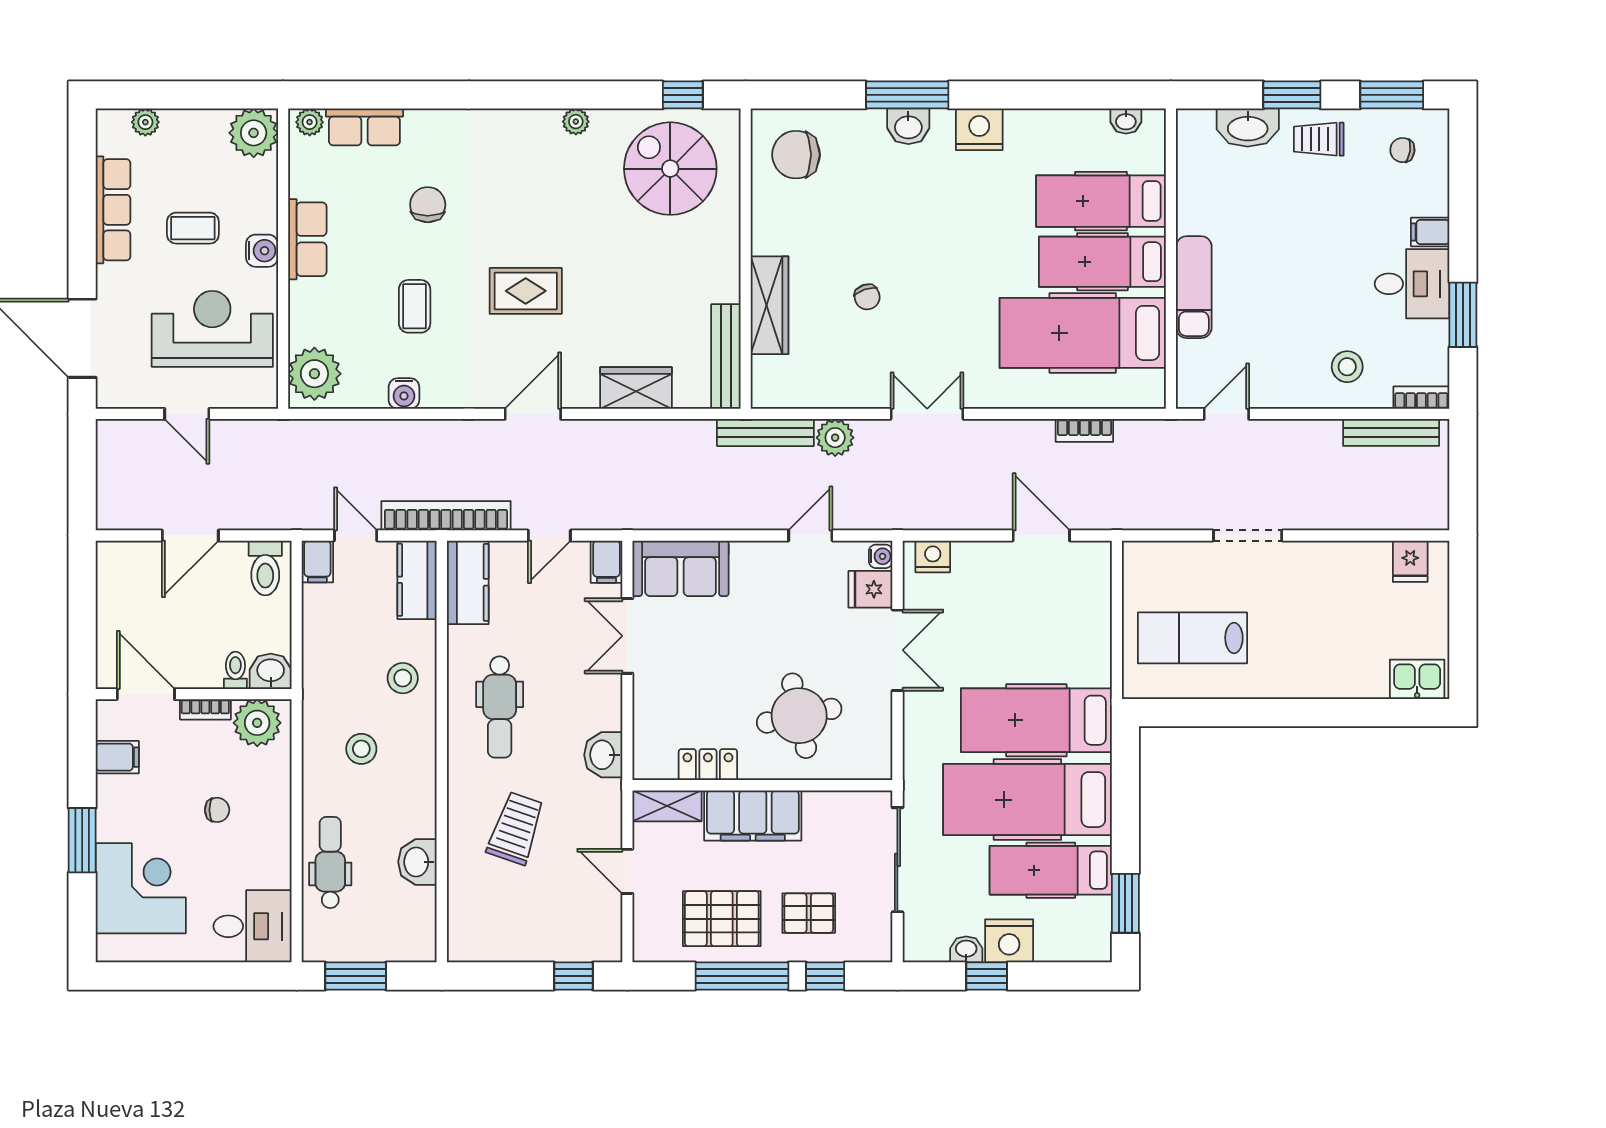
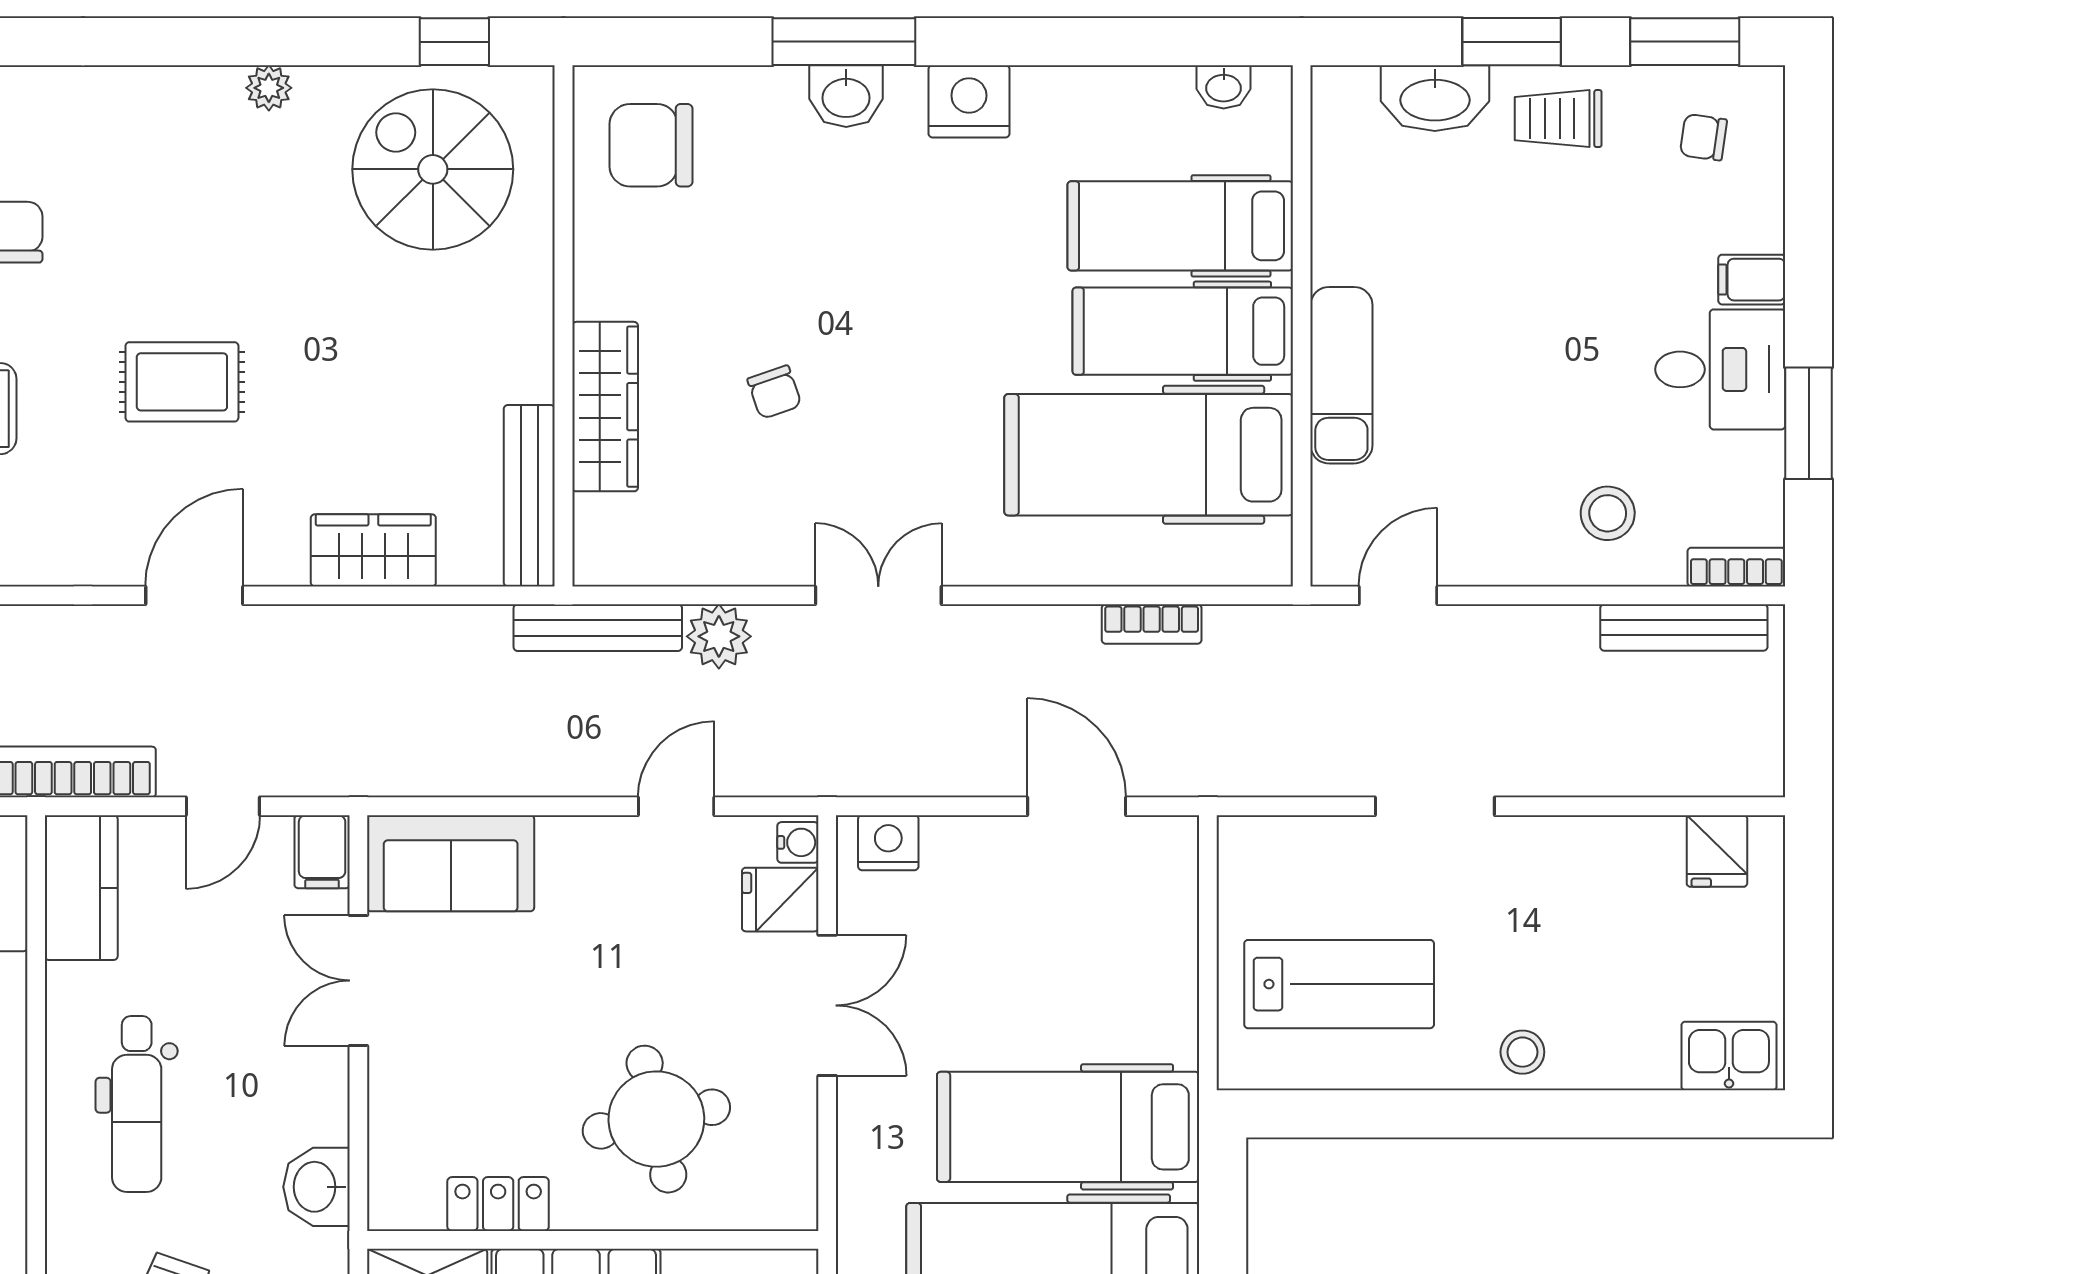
lab bench: (1192, 638) -> (1339, 984), turned 180
stool: (1298, 677) -> (1522, 1052), added

